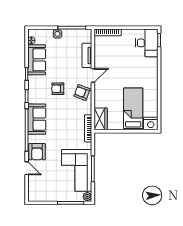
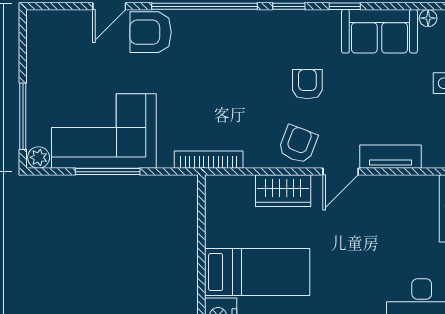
door: (93, 75) -> (341, 172), hinge flipped
sofa: (37, 119) -> (232, 31), removed
wardrobe: (101, 119) -> (283, 191), moved

